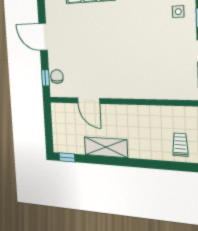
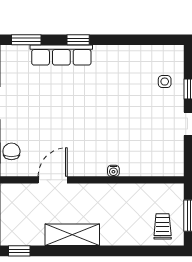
water cooler: (136, 94) -> (113, 171), added
door: (89, 101) -> (53, 180), swing flipped

